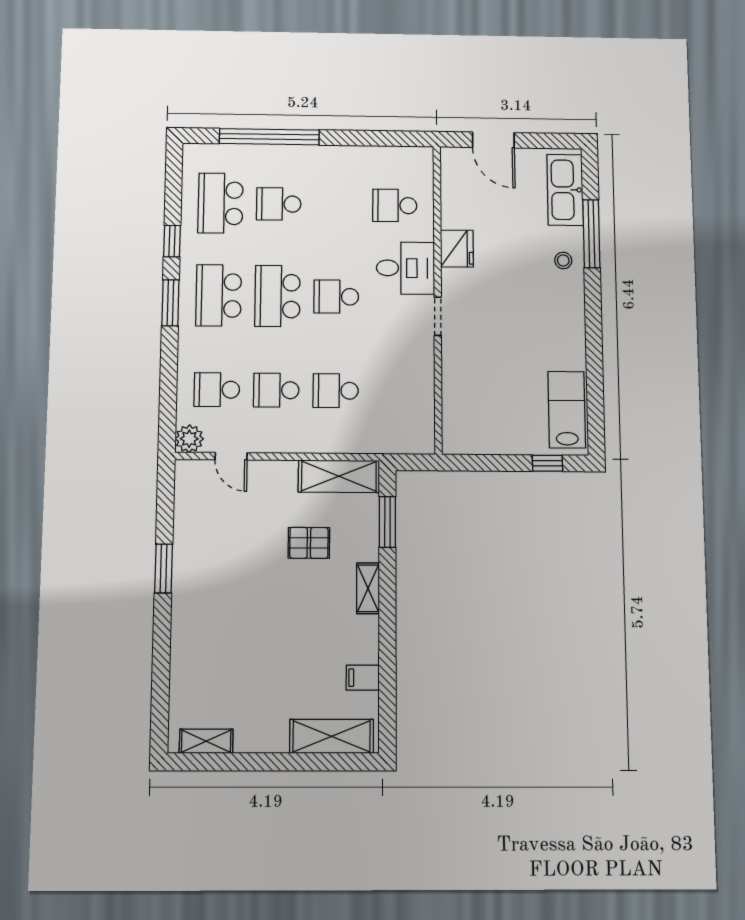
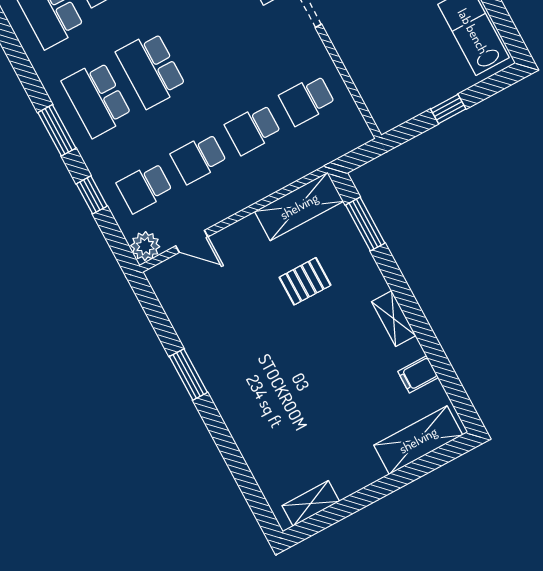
window: (172, 241) -> (92, 195), moved
school desk: (336, 297) -> (307, 100), moved
window: (547, 463) -> (448, 109), moved
shelving: (368, 588) -> (394, 319), moved

